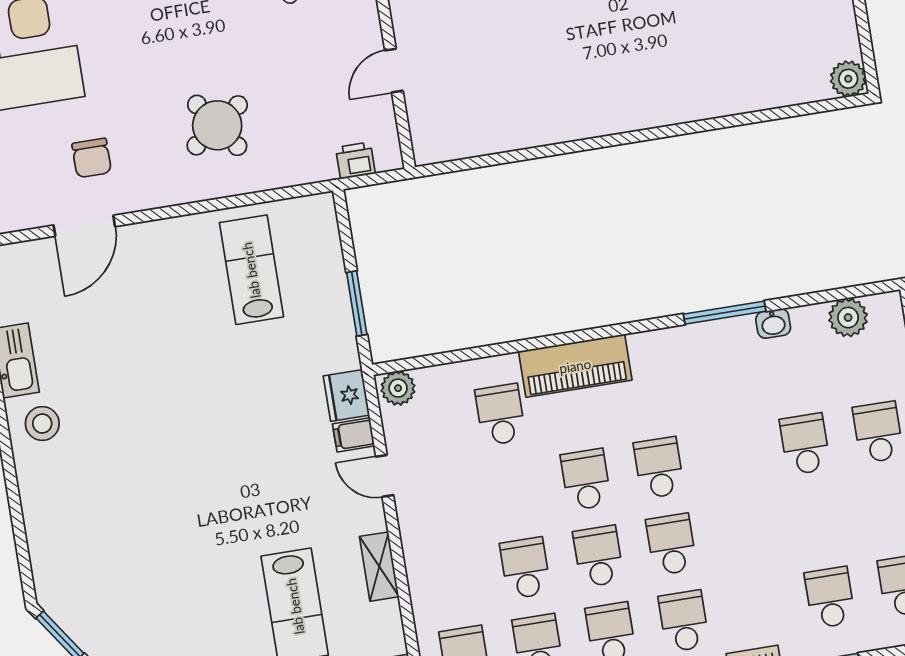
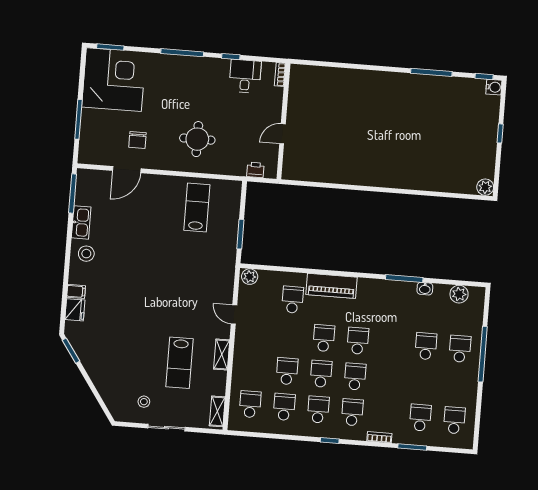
round table: (217, 125) -> (197, 139), turned 35
fridge: (346, 395) -> (75, 310), moved, turned 180
filing cabinet: (354, 435) -> (76, 291), moved, turned 180

